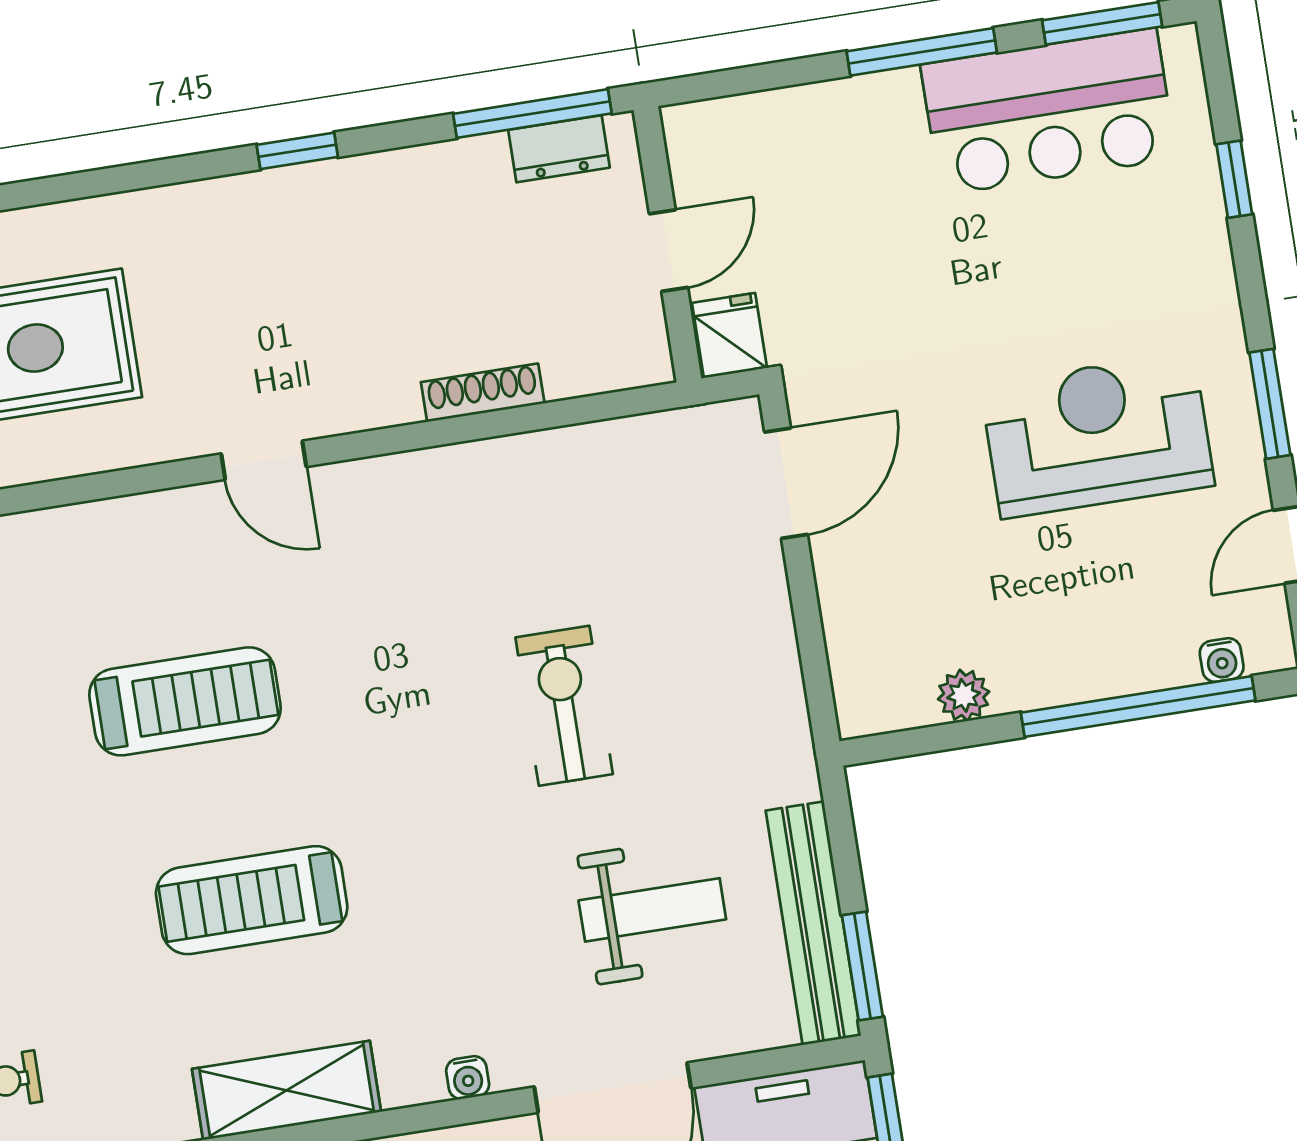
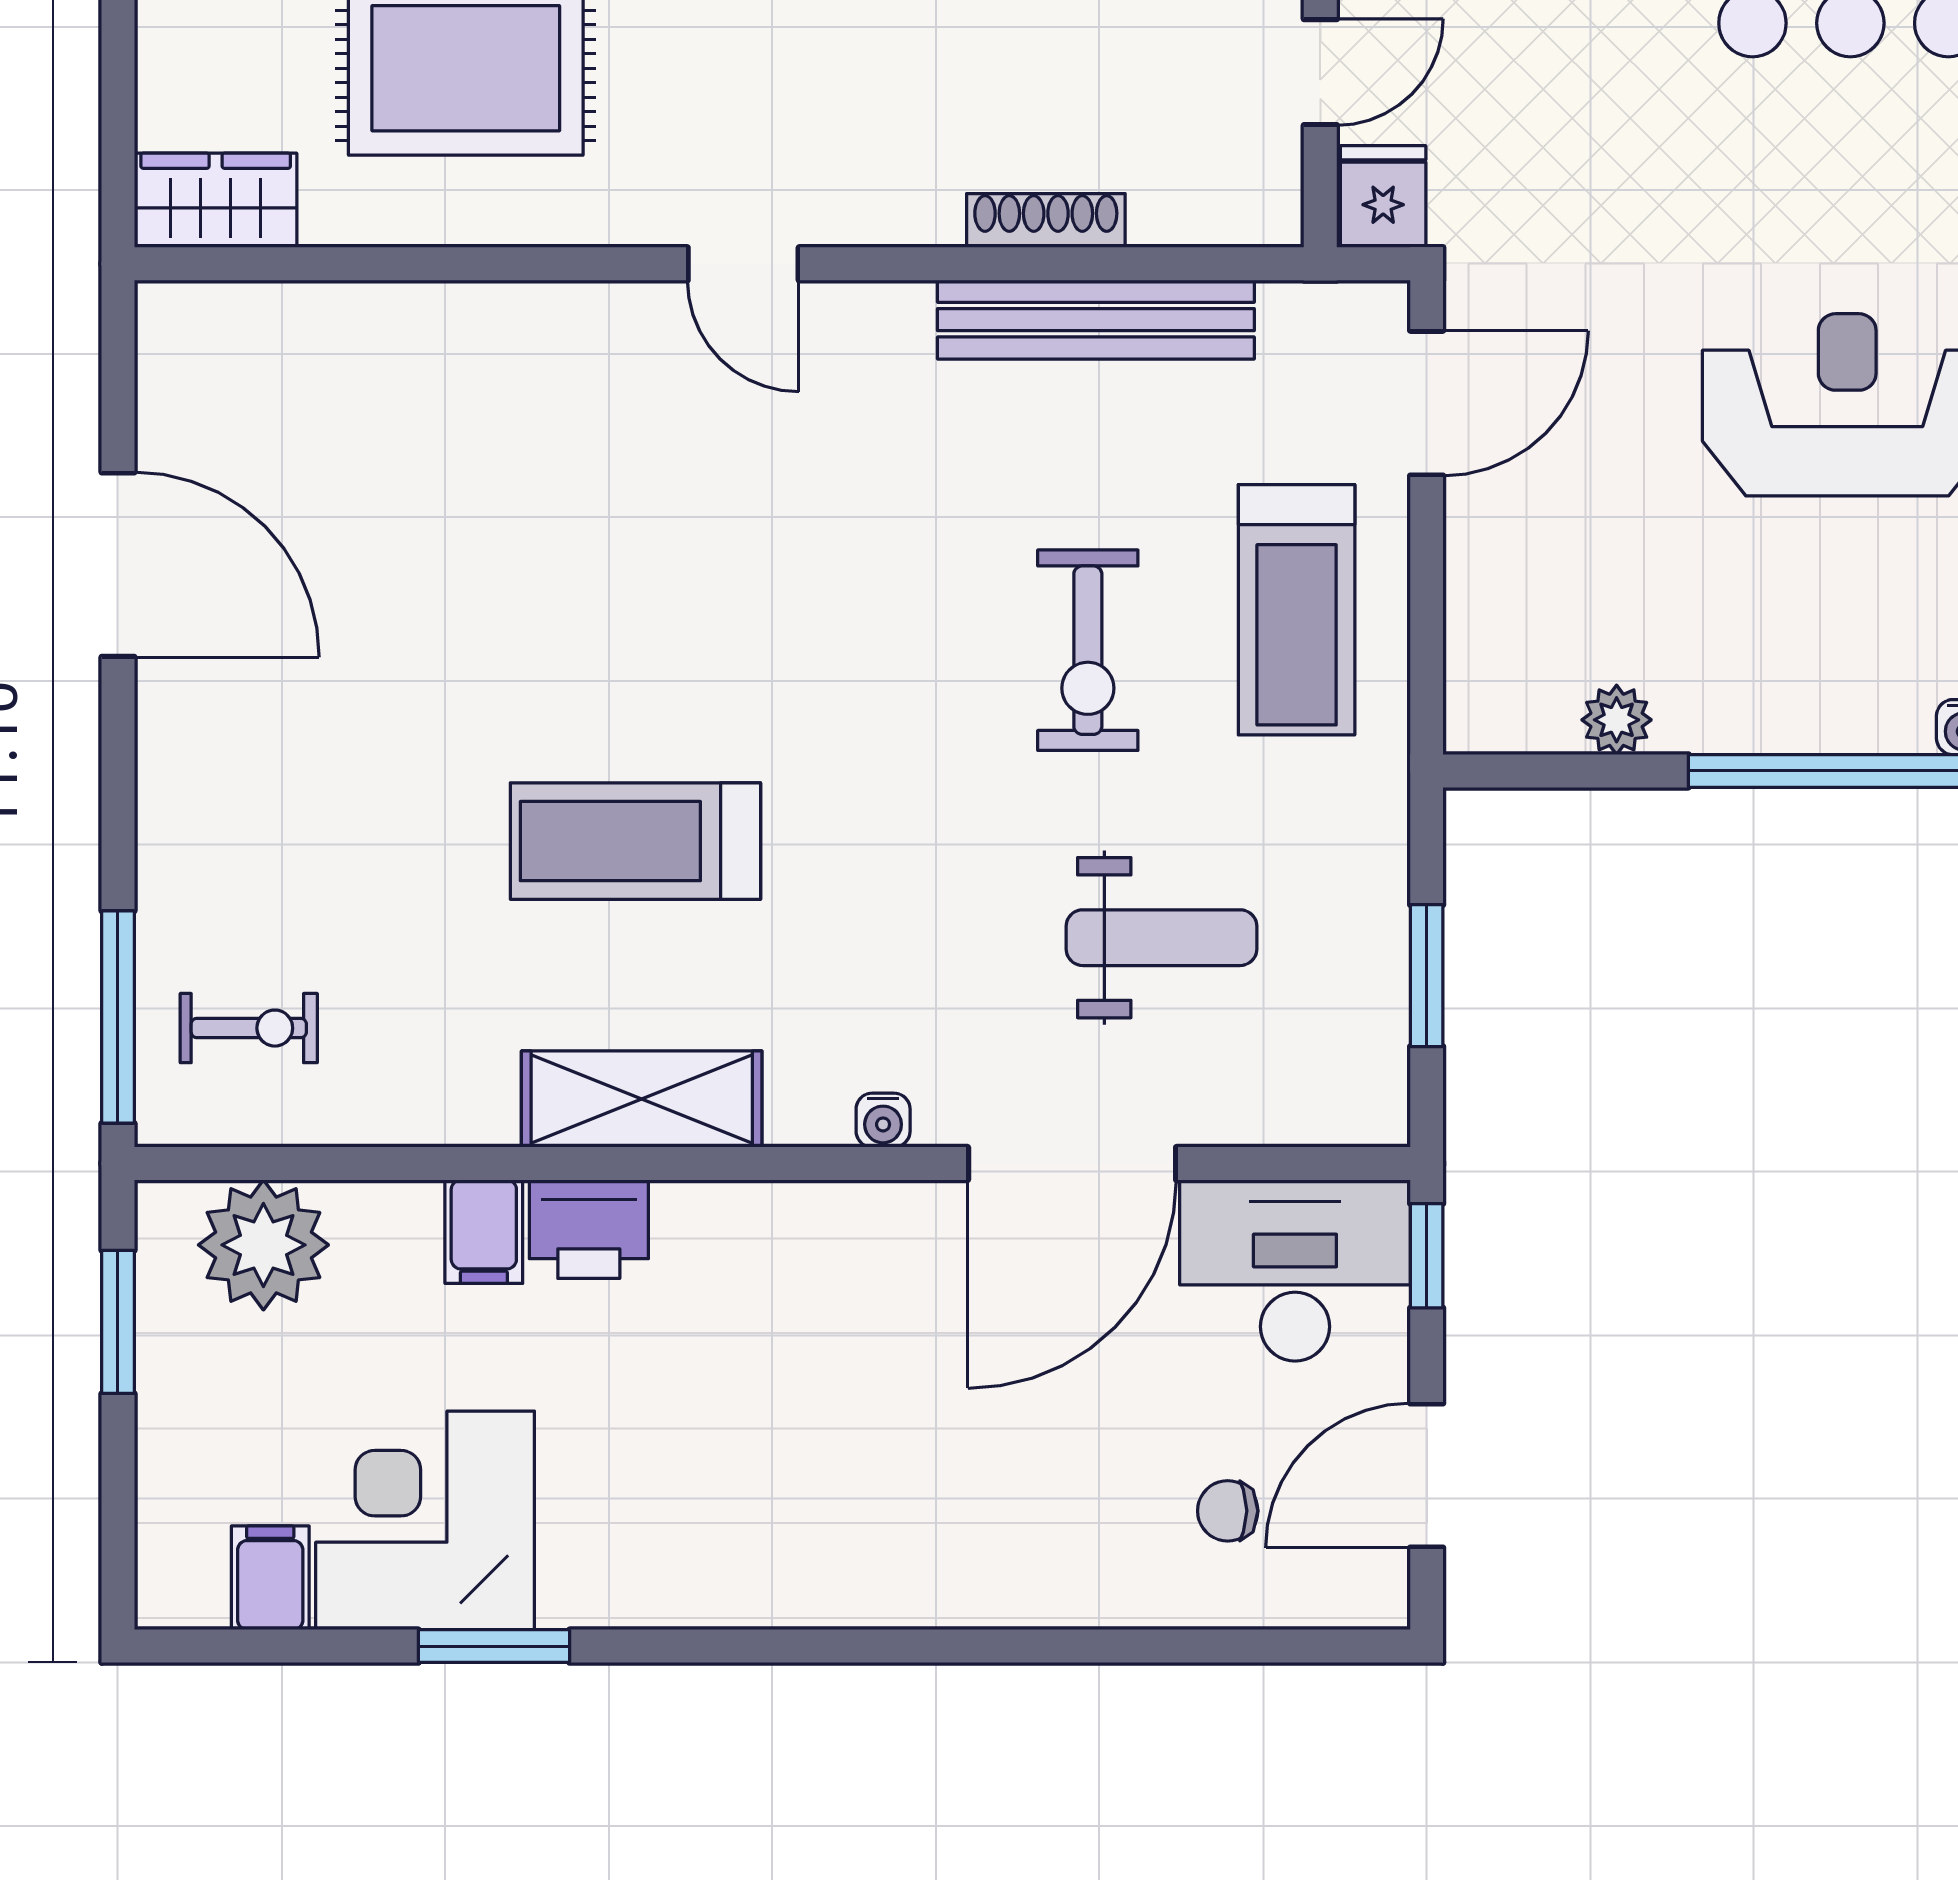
treadmill: (185, 701) -> (1297, 610), moved, turned 90
exercise bike: (564, 706) -> (1088, 650), turned 180
bench: (813, 923) -> (1096, 320), moved, turned 90
window: (862, 966) -> (1427, 976), moved

